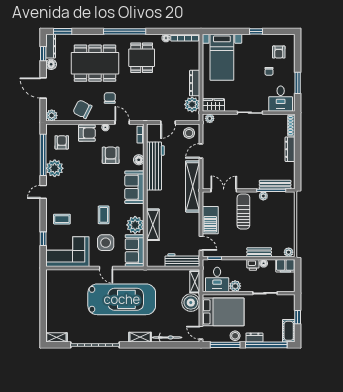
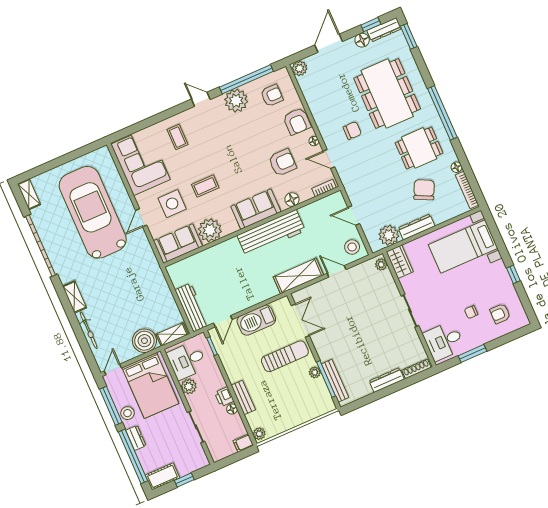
chair: (82, 109) -> (424, 190), moved
door: (122, 122) -> (329, 159), swing flipped
workbench: (155, 166) -> (271, 233), moved
shelving: (193, 186) -> (298, 276), width x0.68
shelving: (153, 225) -> (220, 252), removed
window: (43, 239) -> (143, 125), removed
filing cabinet: (285, 266) -> (243, 443), width x0.50
car: (122, 299) -> (93, 212), moved, turned 180

